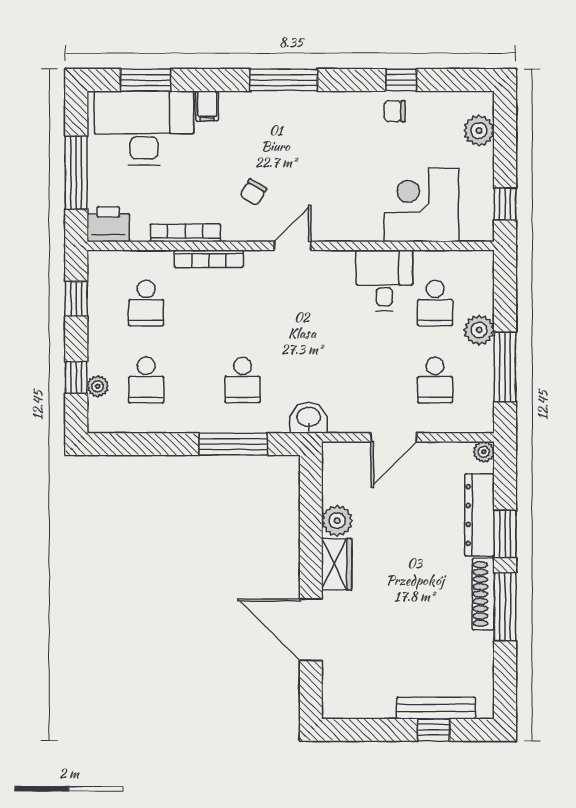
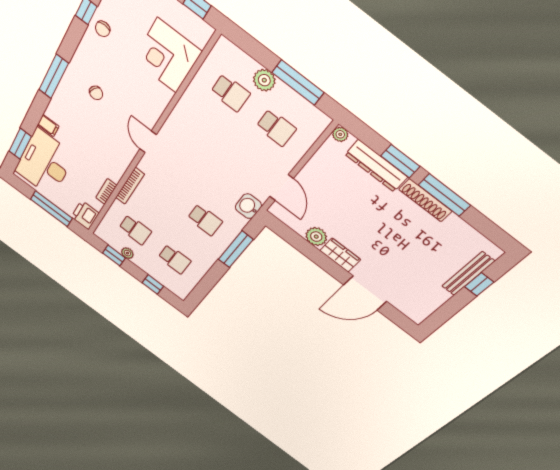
chair: (253, 192) -> (96, 93), moved
bookcase: (185, 233) -> (106, 191), width x0.64
desk: (384, 280) -> (198, 110), removed
plant: (98, 386) -> (127, 253), moved
door: (394, 437) -> (282, 187), moved

